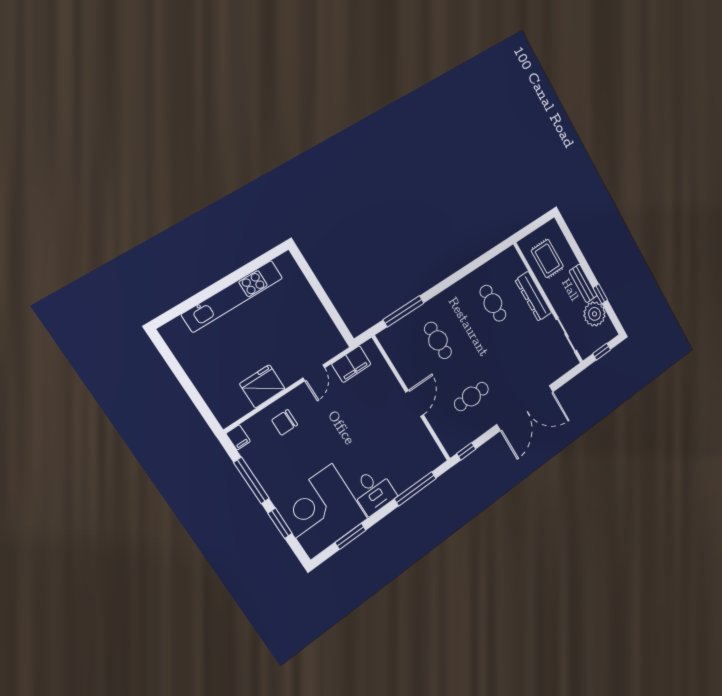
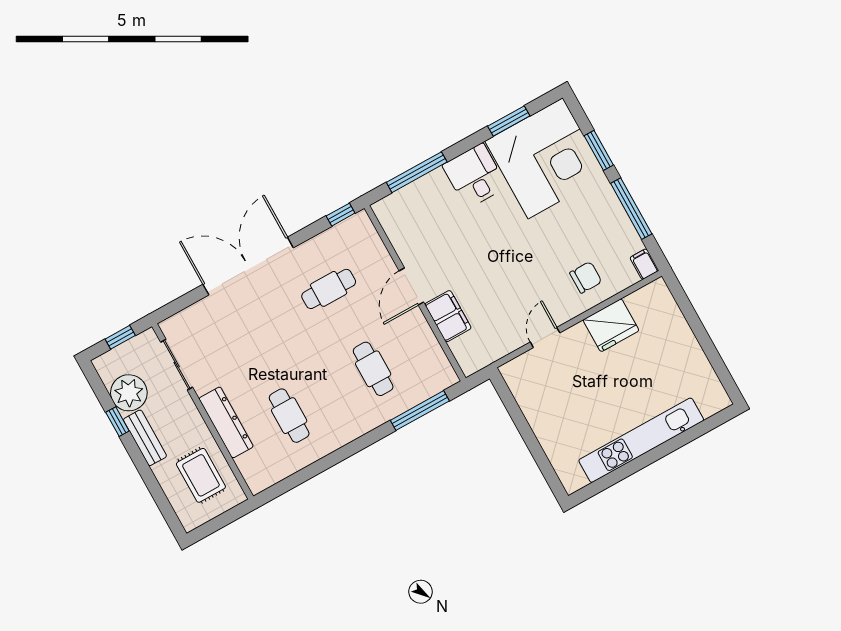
filing cabinet: (351, 364) -> (448, 316), moved, turned 90

